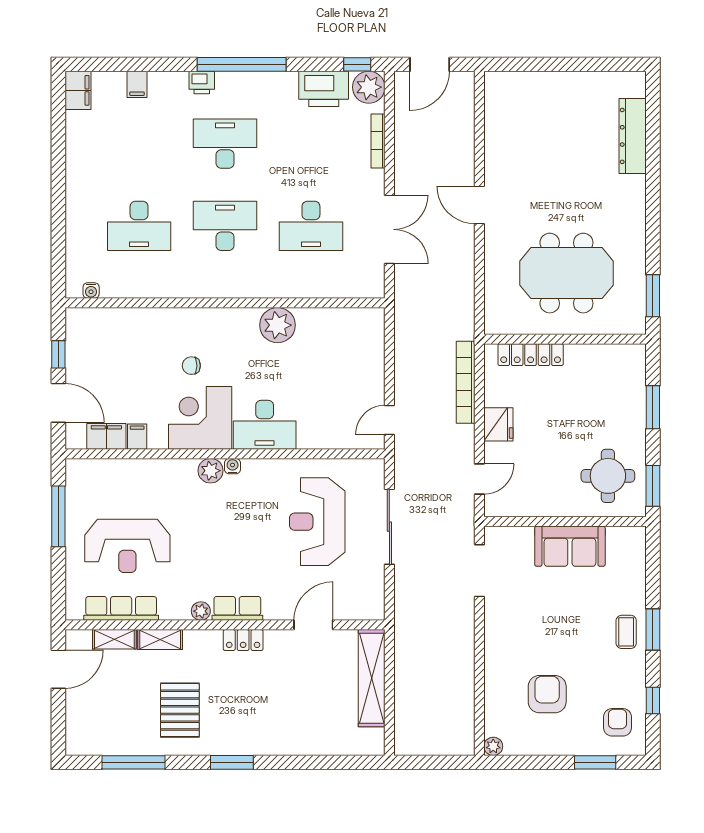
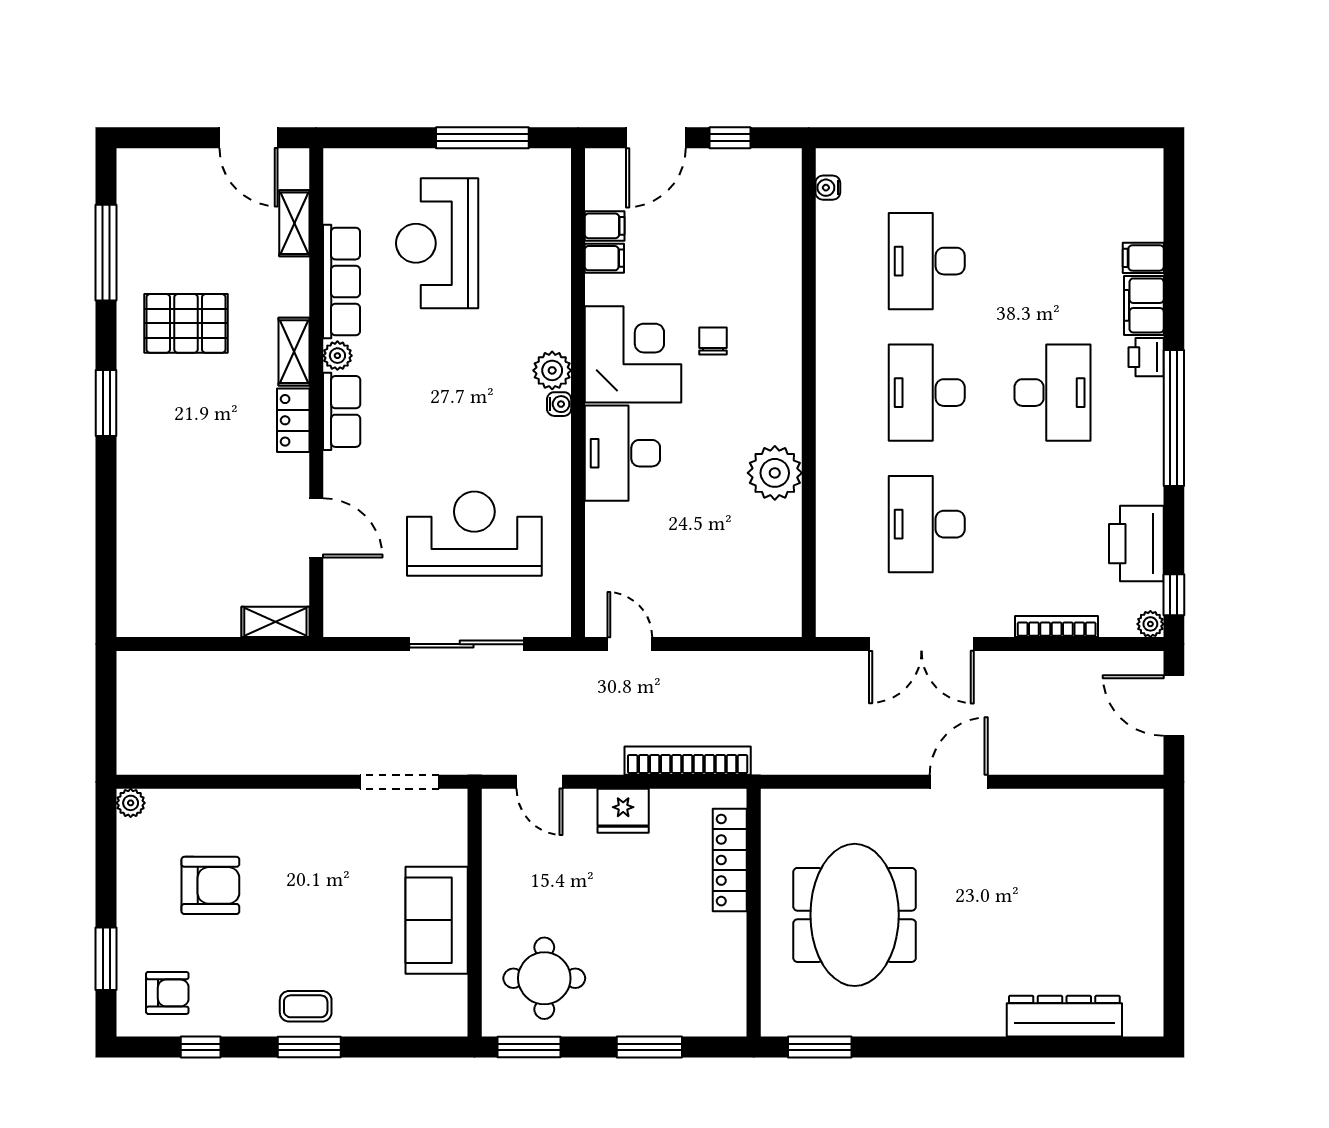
plant: (369, 87) -> (1150, 624), width x0.53, depth x0.53
filing cabinet: (78, 90) -> (1144, 305), moved, turned 90
desk: (225, 226) -> (927, 393), turned 180
filing cabinet: (106, 436) -> (605, 226), width x0.50
row of seats: (121, 608) -> (341, 282), moved
shelving: (160, 640) -> (294, 352), moved
shelving: (372, 678) -> (275, 622), width x0.45, depth x0.75

